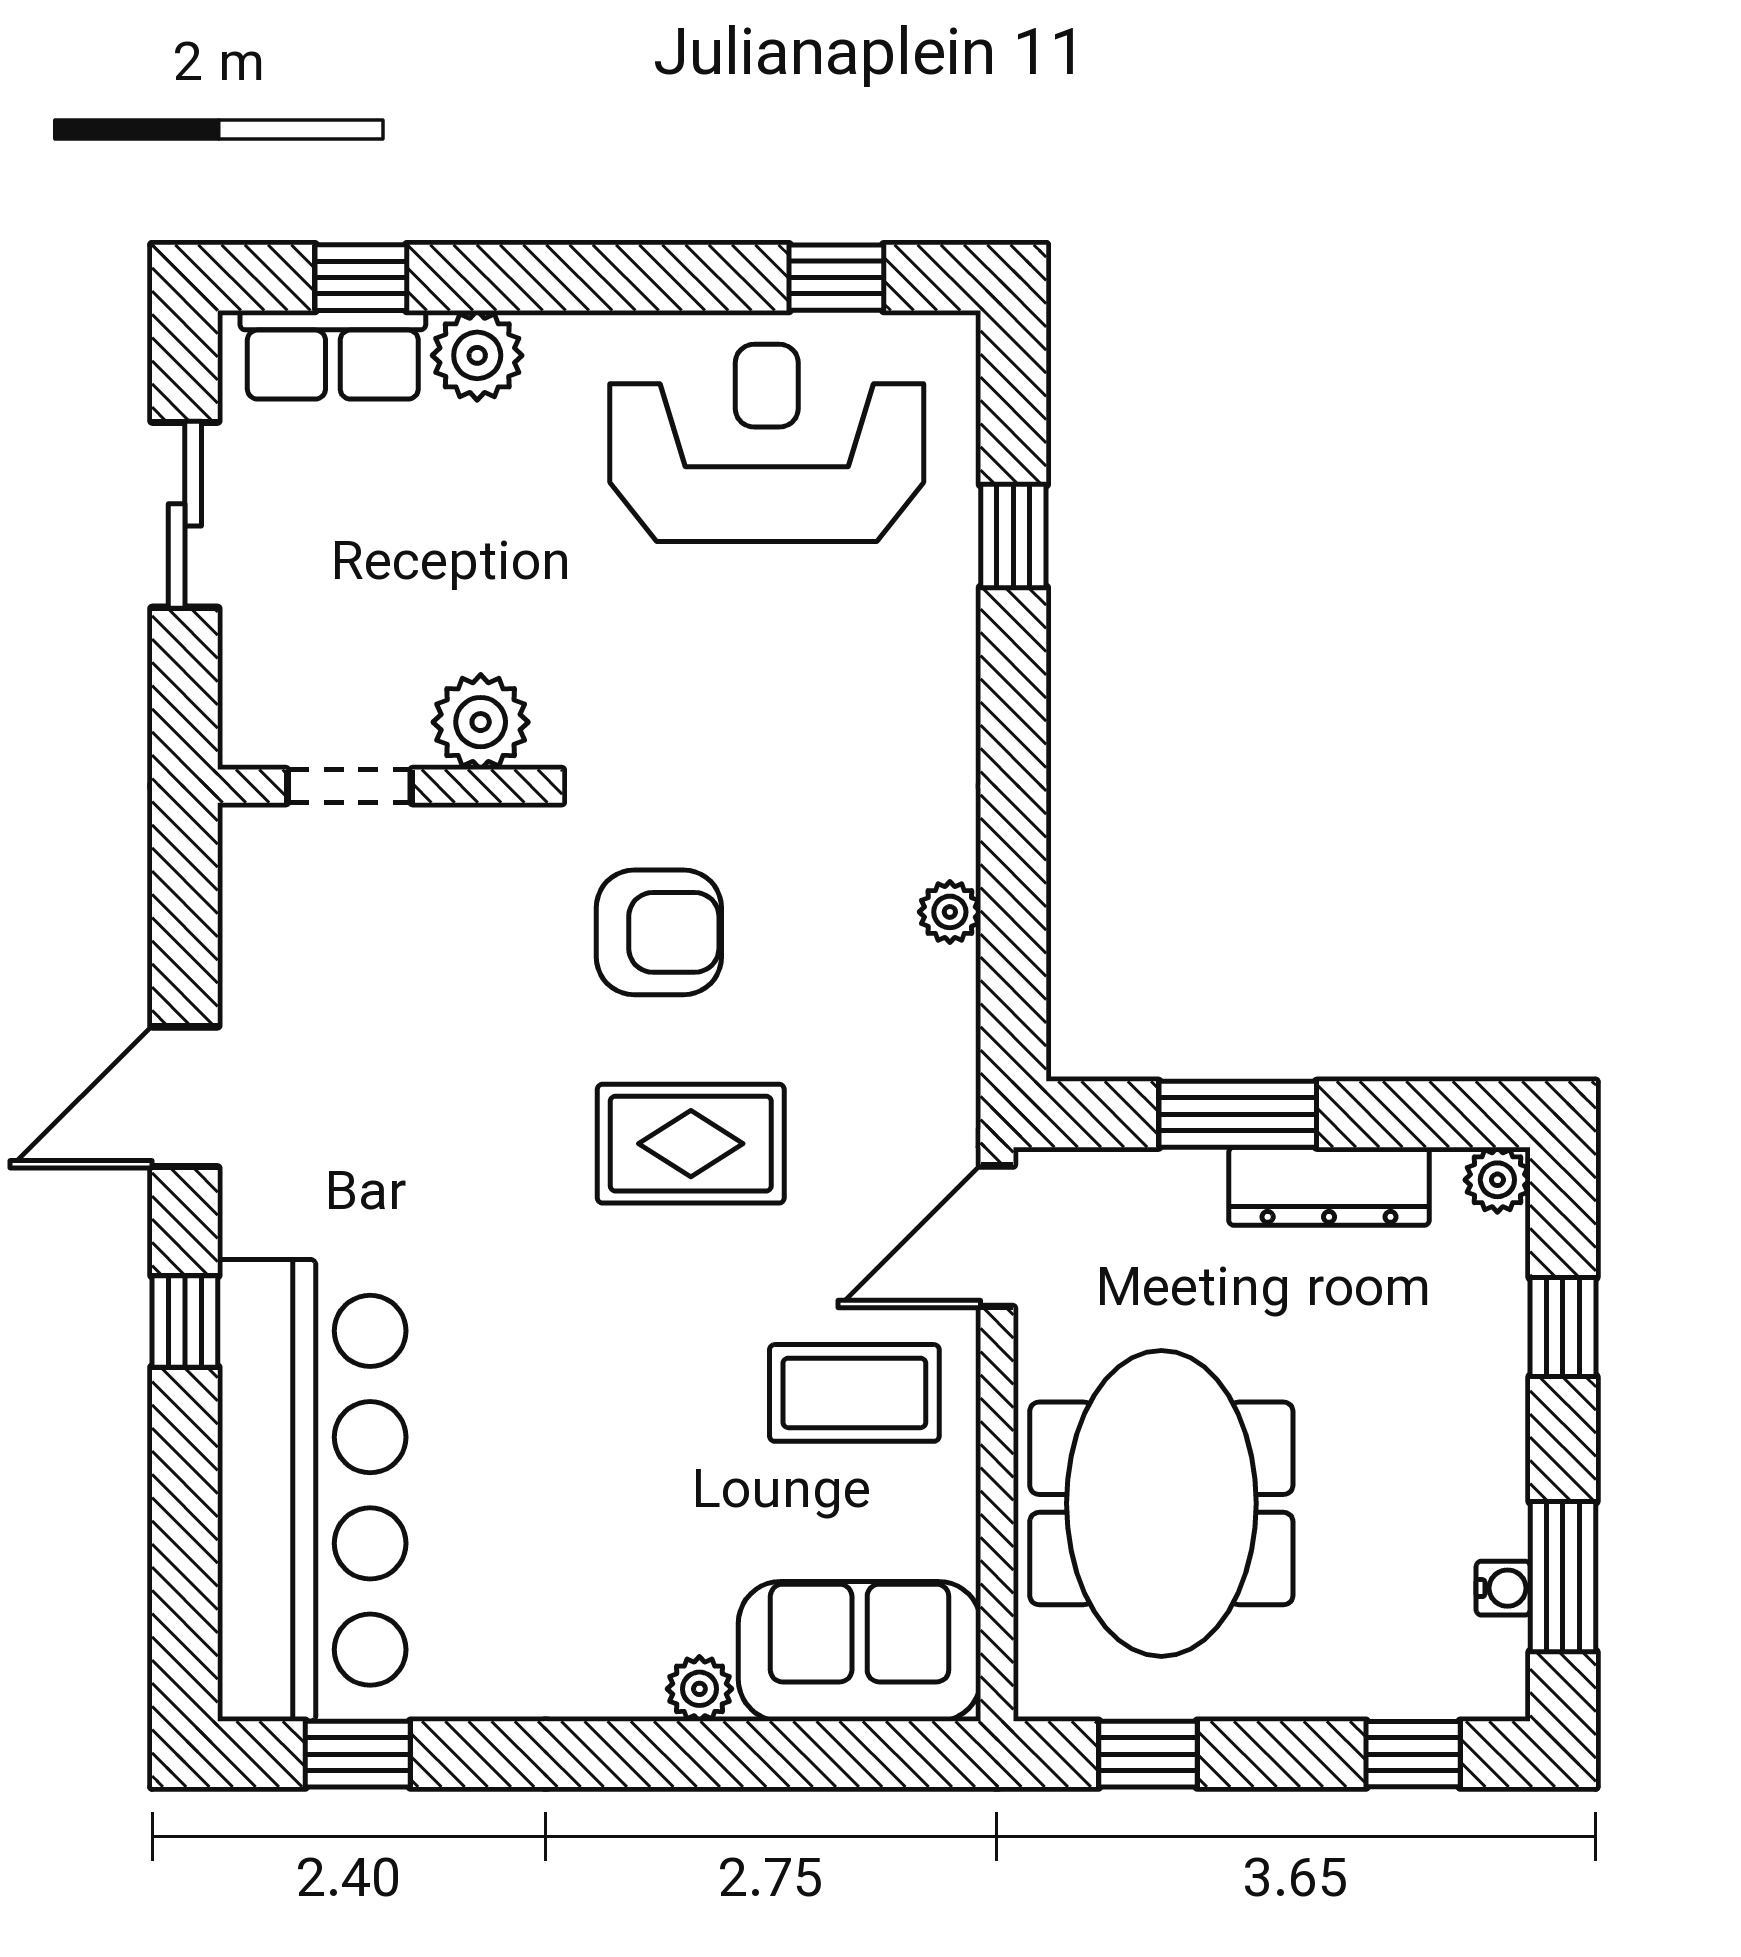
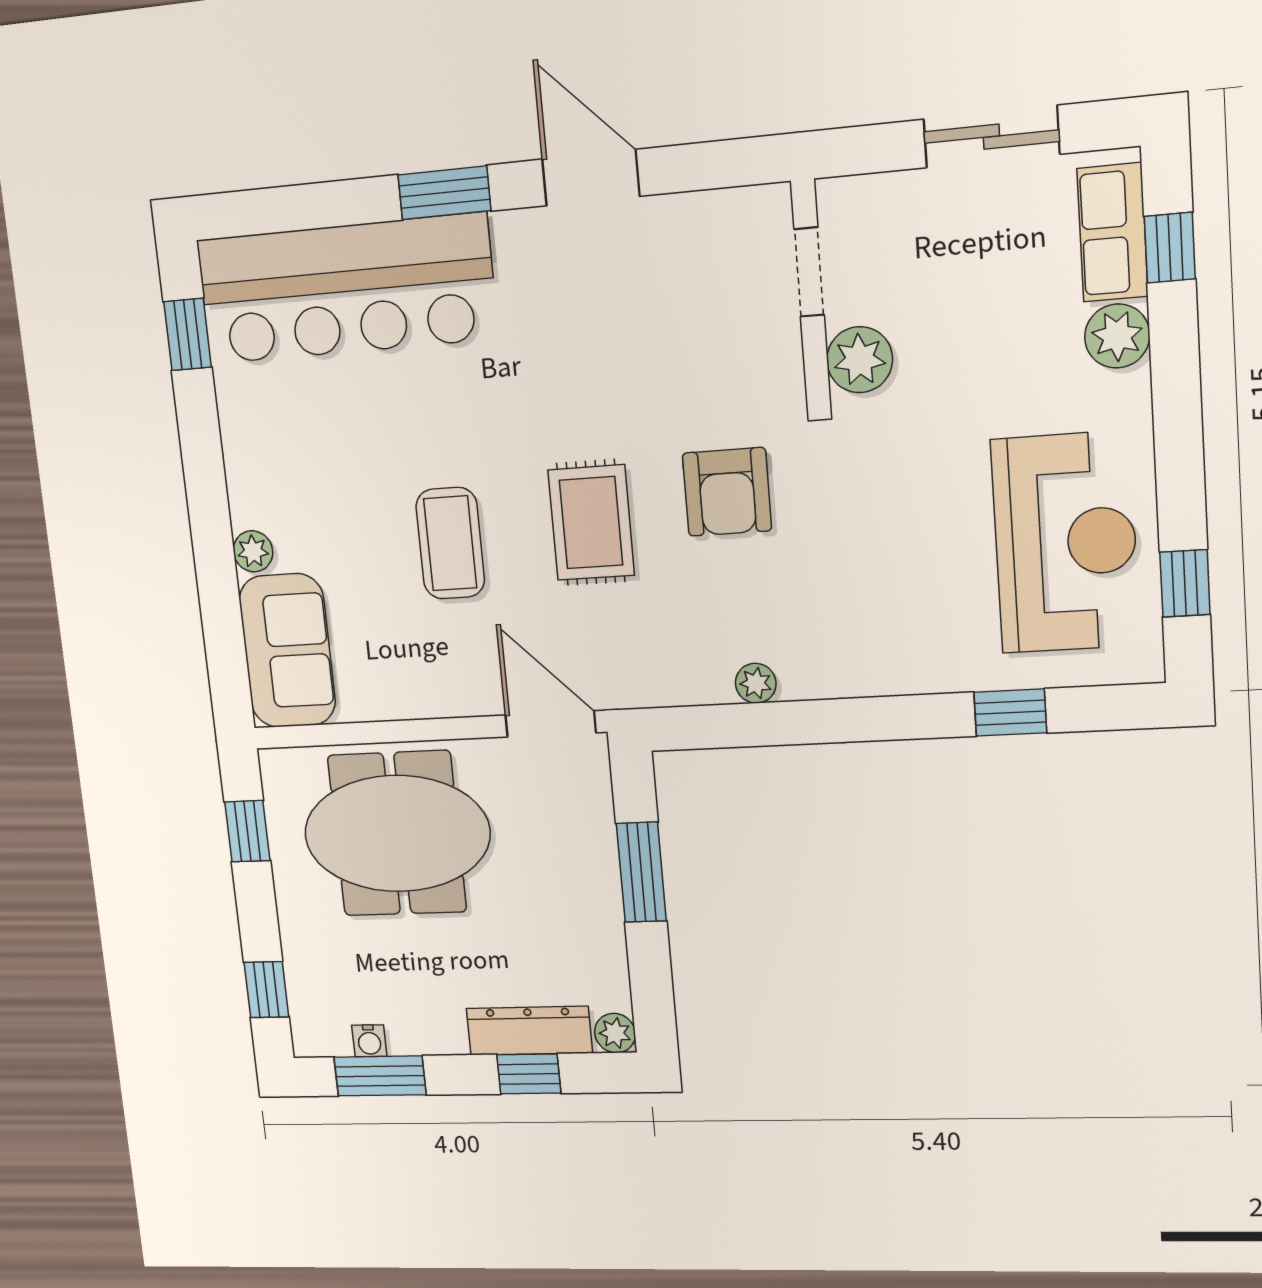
dresser: (1329, 1186) -> (529, 1031), moved, turned 90
window: (185, 1321) -> (444, 193), width x1.50
coffee table: (854, 1393) -> (450, 543), moved

